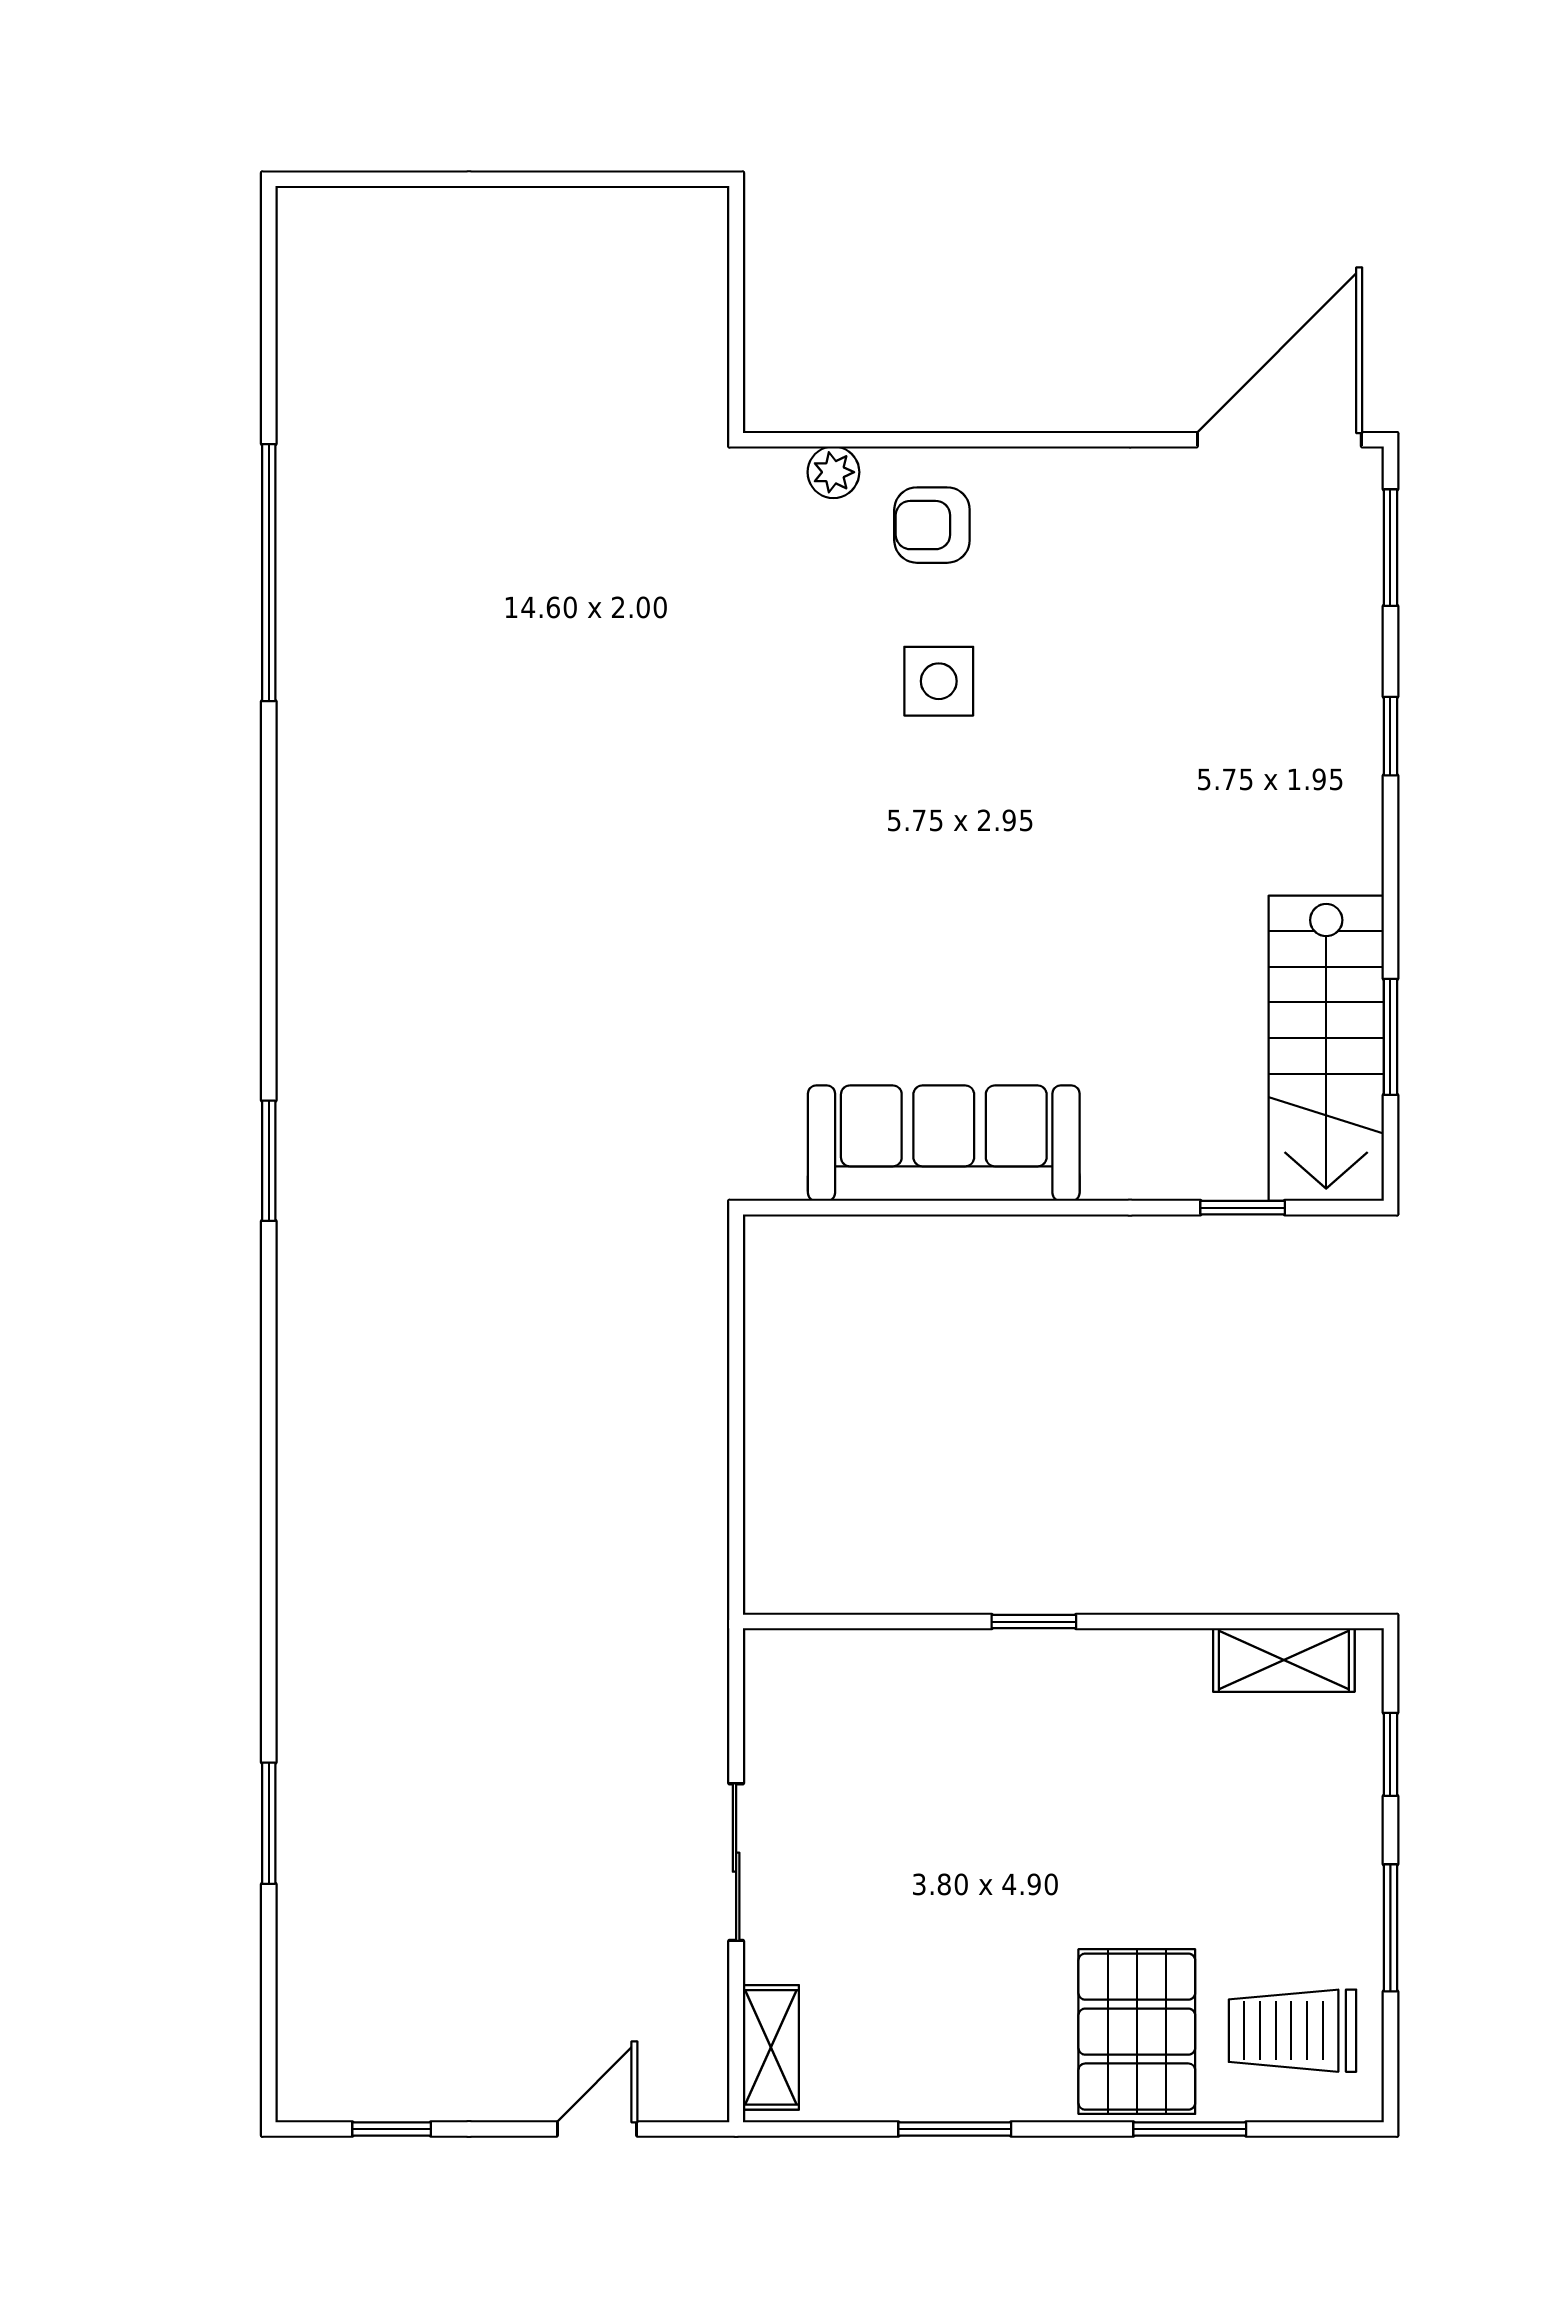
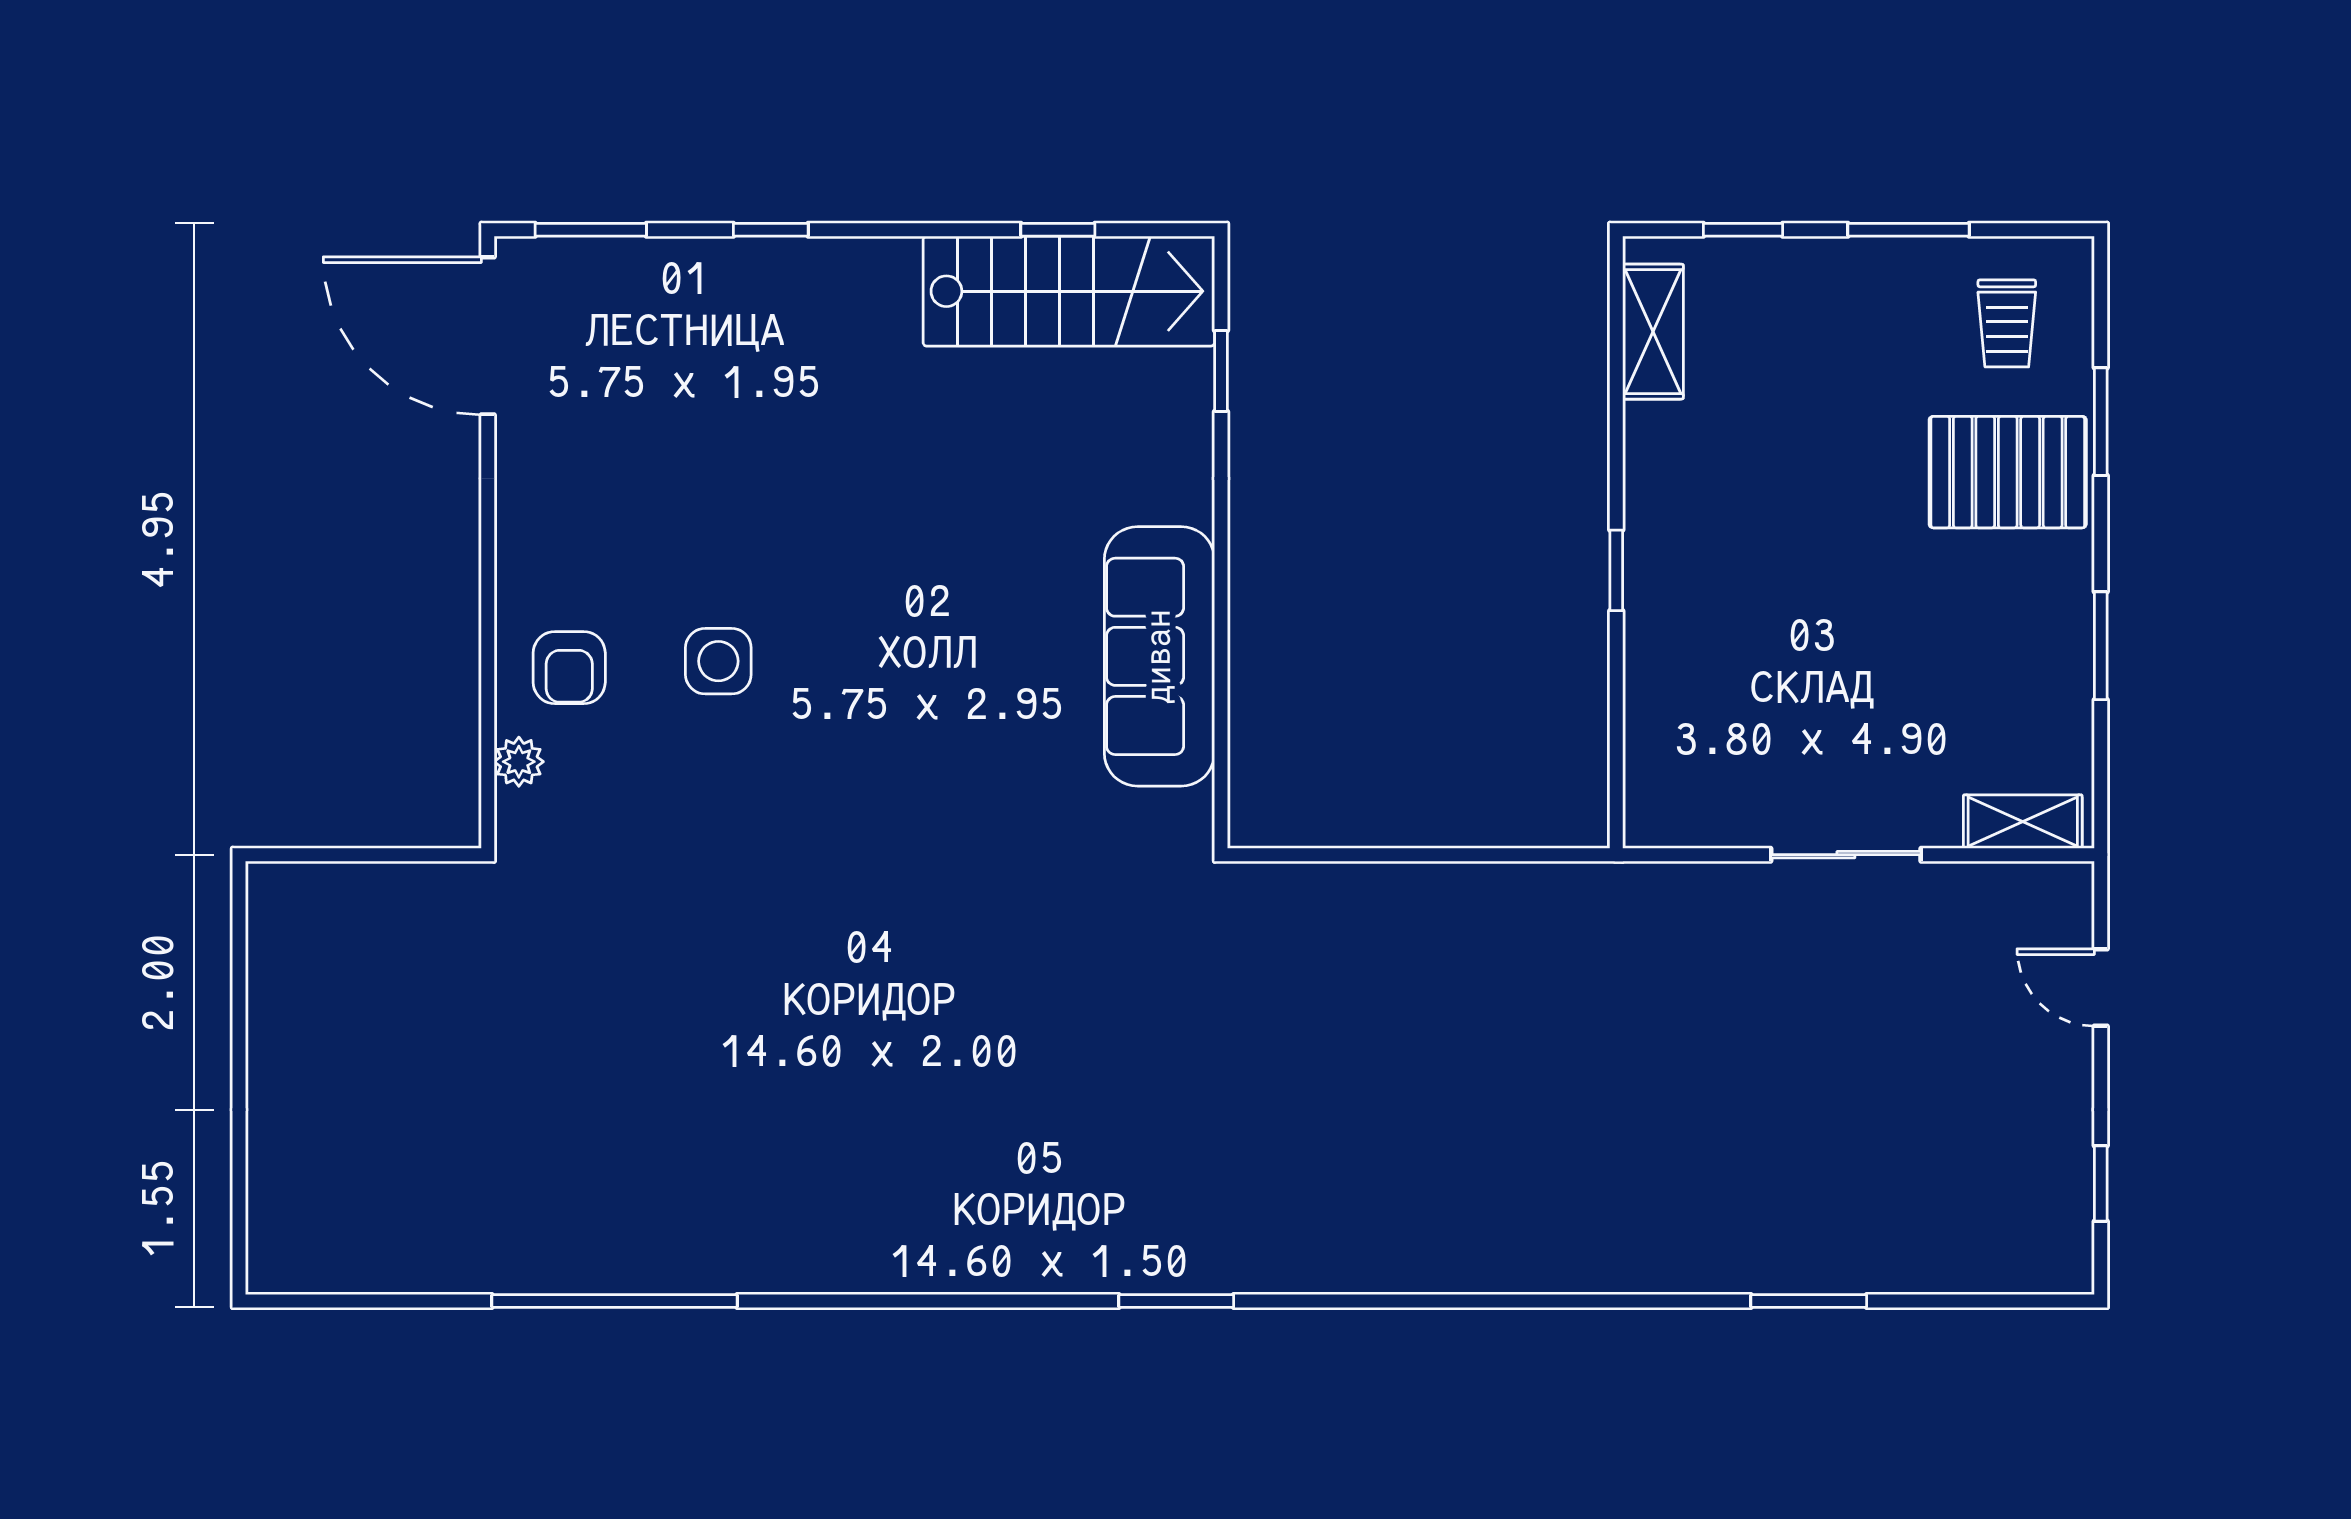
window: (1390, 1037) -> (1058, 230), width x0.67
trolley: (1292, 2031) -> (2007, 323), width x0.73, depth x0.72

